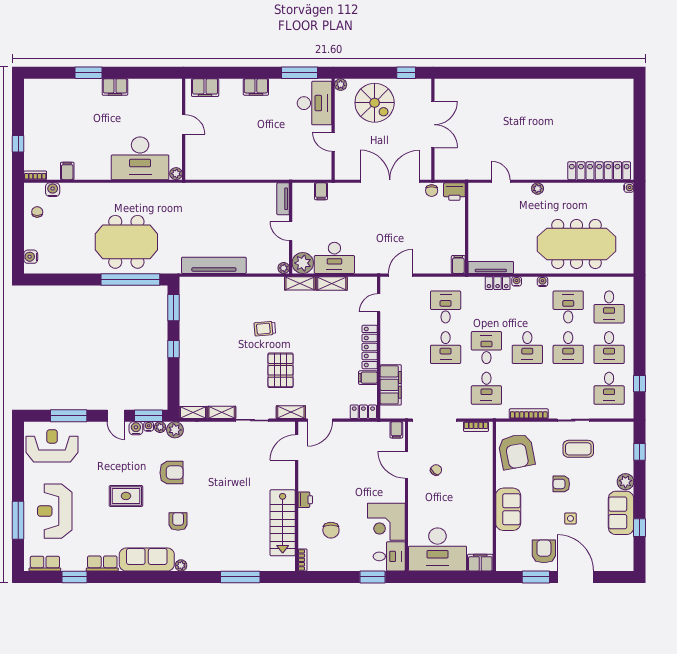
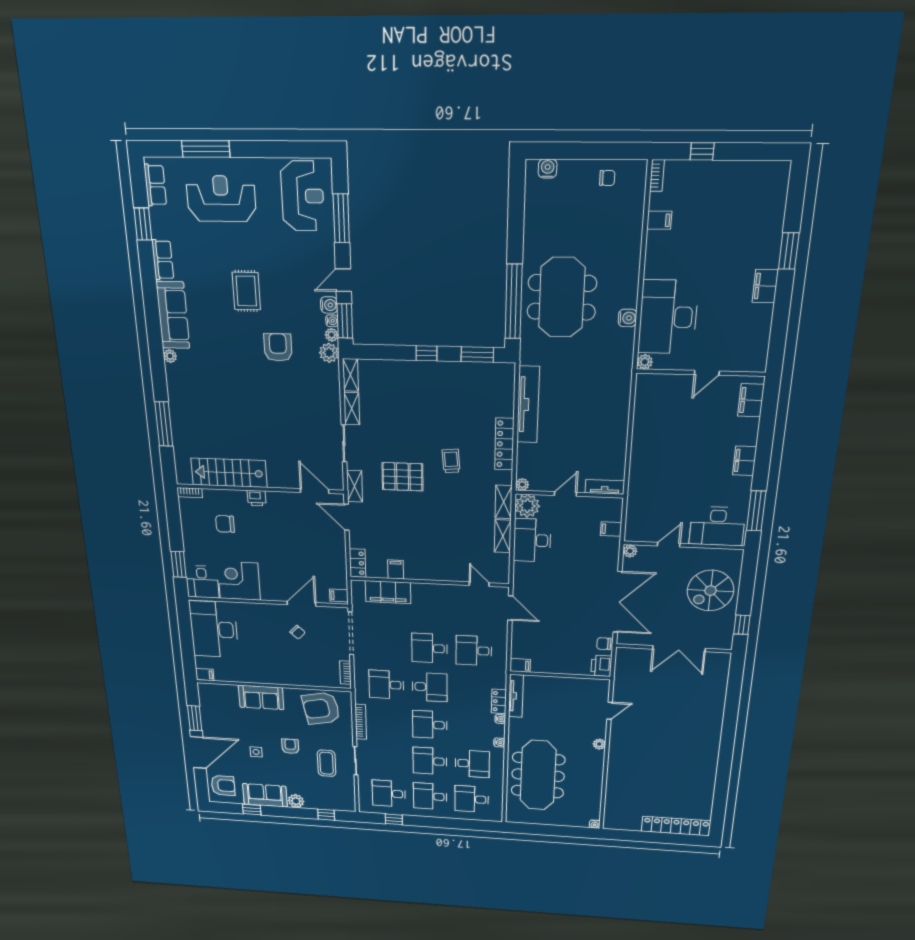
plant: (341, 85) -> (630, 551), moved
locker: (599, 171) -> (676, 826), moved, turned -90
water cooler: (53, 190) -> (628, 318), moved
desk: (446, 307) -> (474, 651), turned 180
locker: (370, 347) -> (504, 444), moved, turned -90
armchair: (171, 473) -> (278, 347), turned 180
armchair: (178, 521) -> (221, 354), removed
armchair: (544, 551) -> (223, 785), moved
filing cabinet: (480, 563) -> (205, 675), width x0.50

